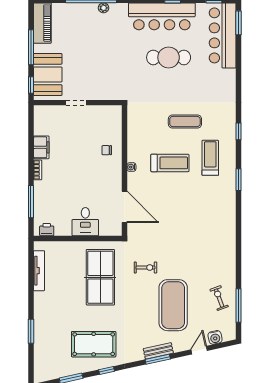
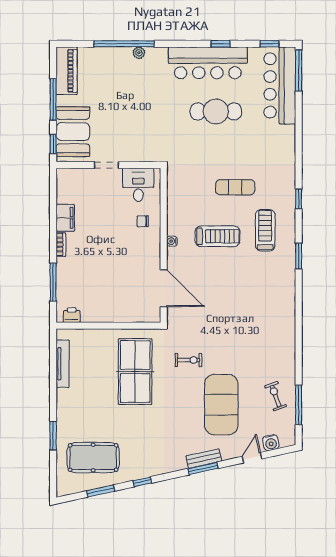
window: (239, 23) -> (299, 71), width x1.44
desk: (85, 222) -> (138, 185), moved, turned 180
pool table: (94, 344) -> (93, 458), moved

